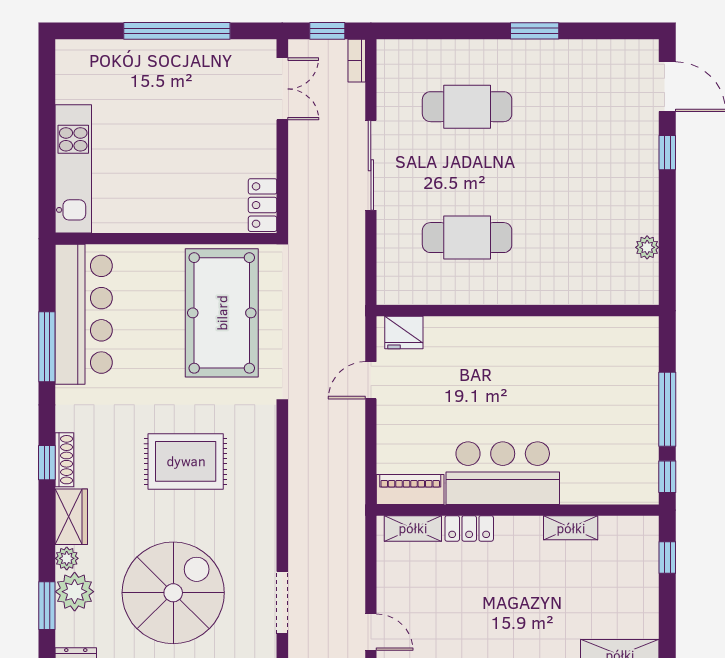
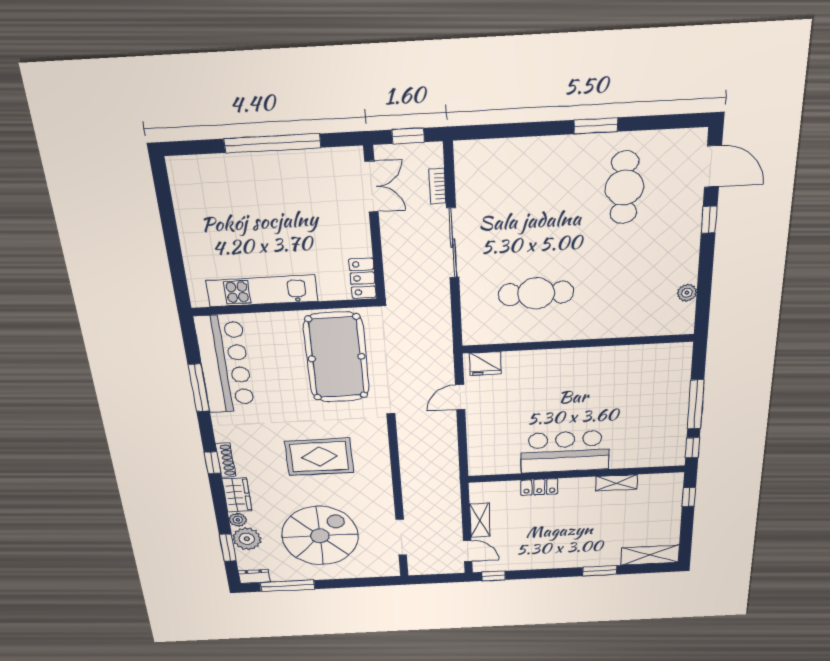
bookcase: (357, 61) -> (437, 186), moved
cafe table: (467, 107) -> (624, 188), moved, turned 90
kitchen unit: (73, 169) -> (262, 291), moved, turned -90
piano: (410, 489) -> (494, 465), removed
shelving: (413, 528) -> (480, 520), moved, turned 90

